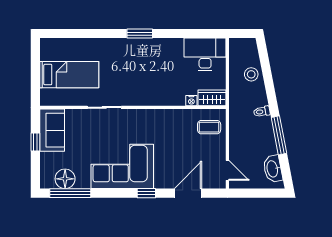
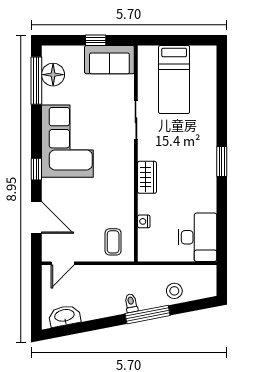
wardrobe: (212, 98) -> (147, 177), moved
window: (279, 135) -> (148, 315), moved

